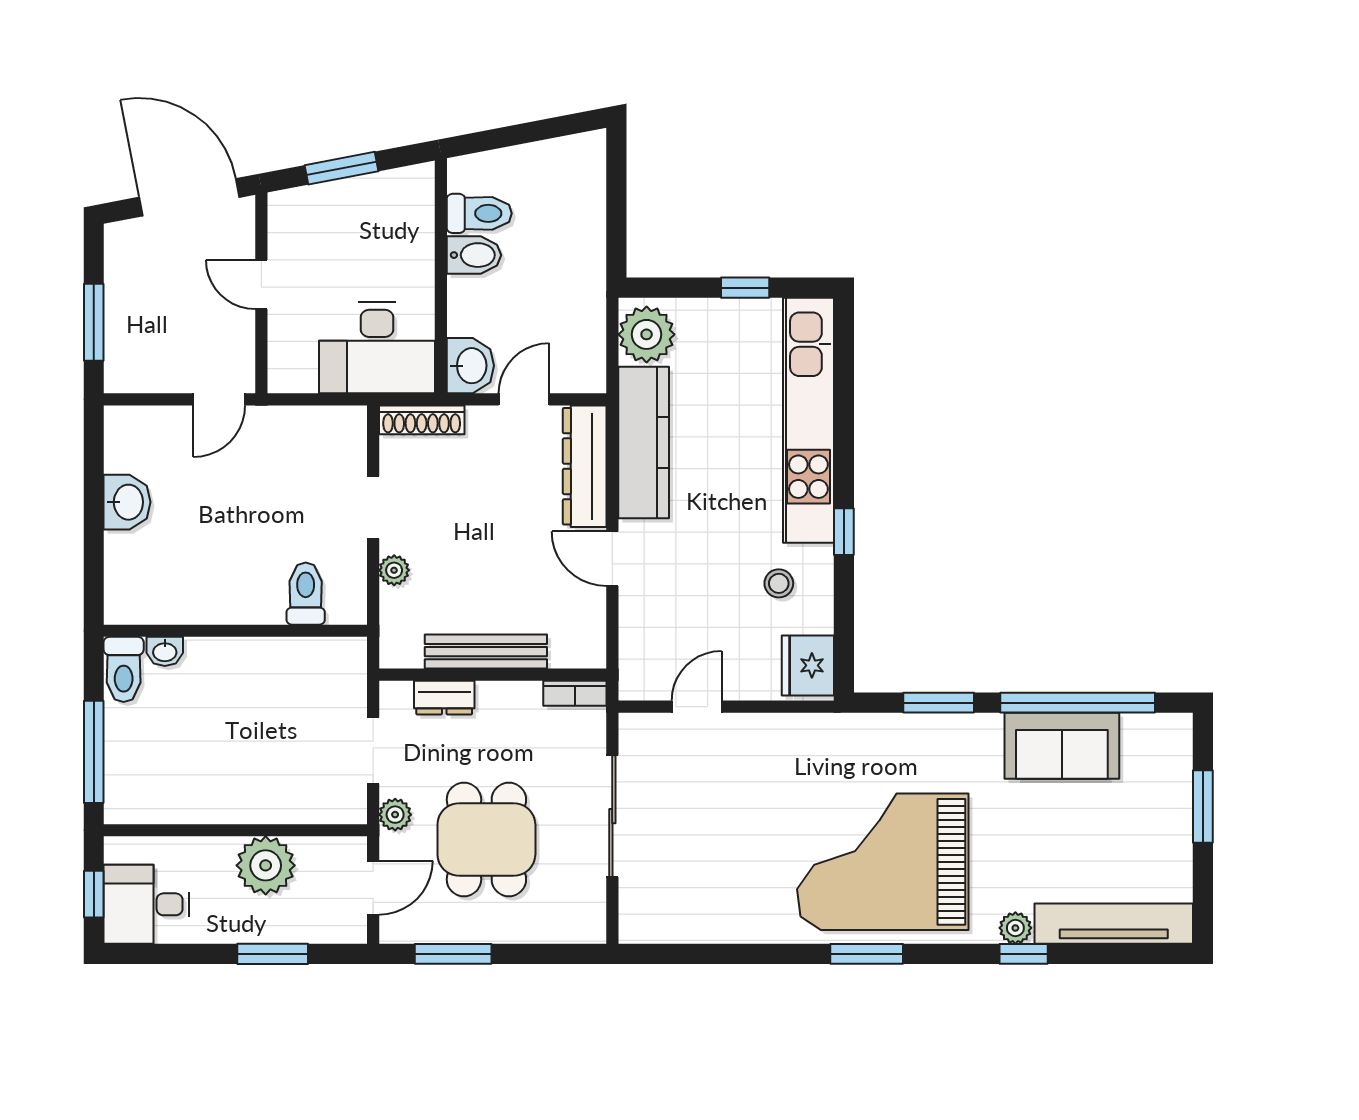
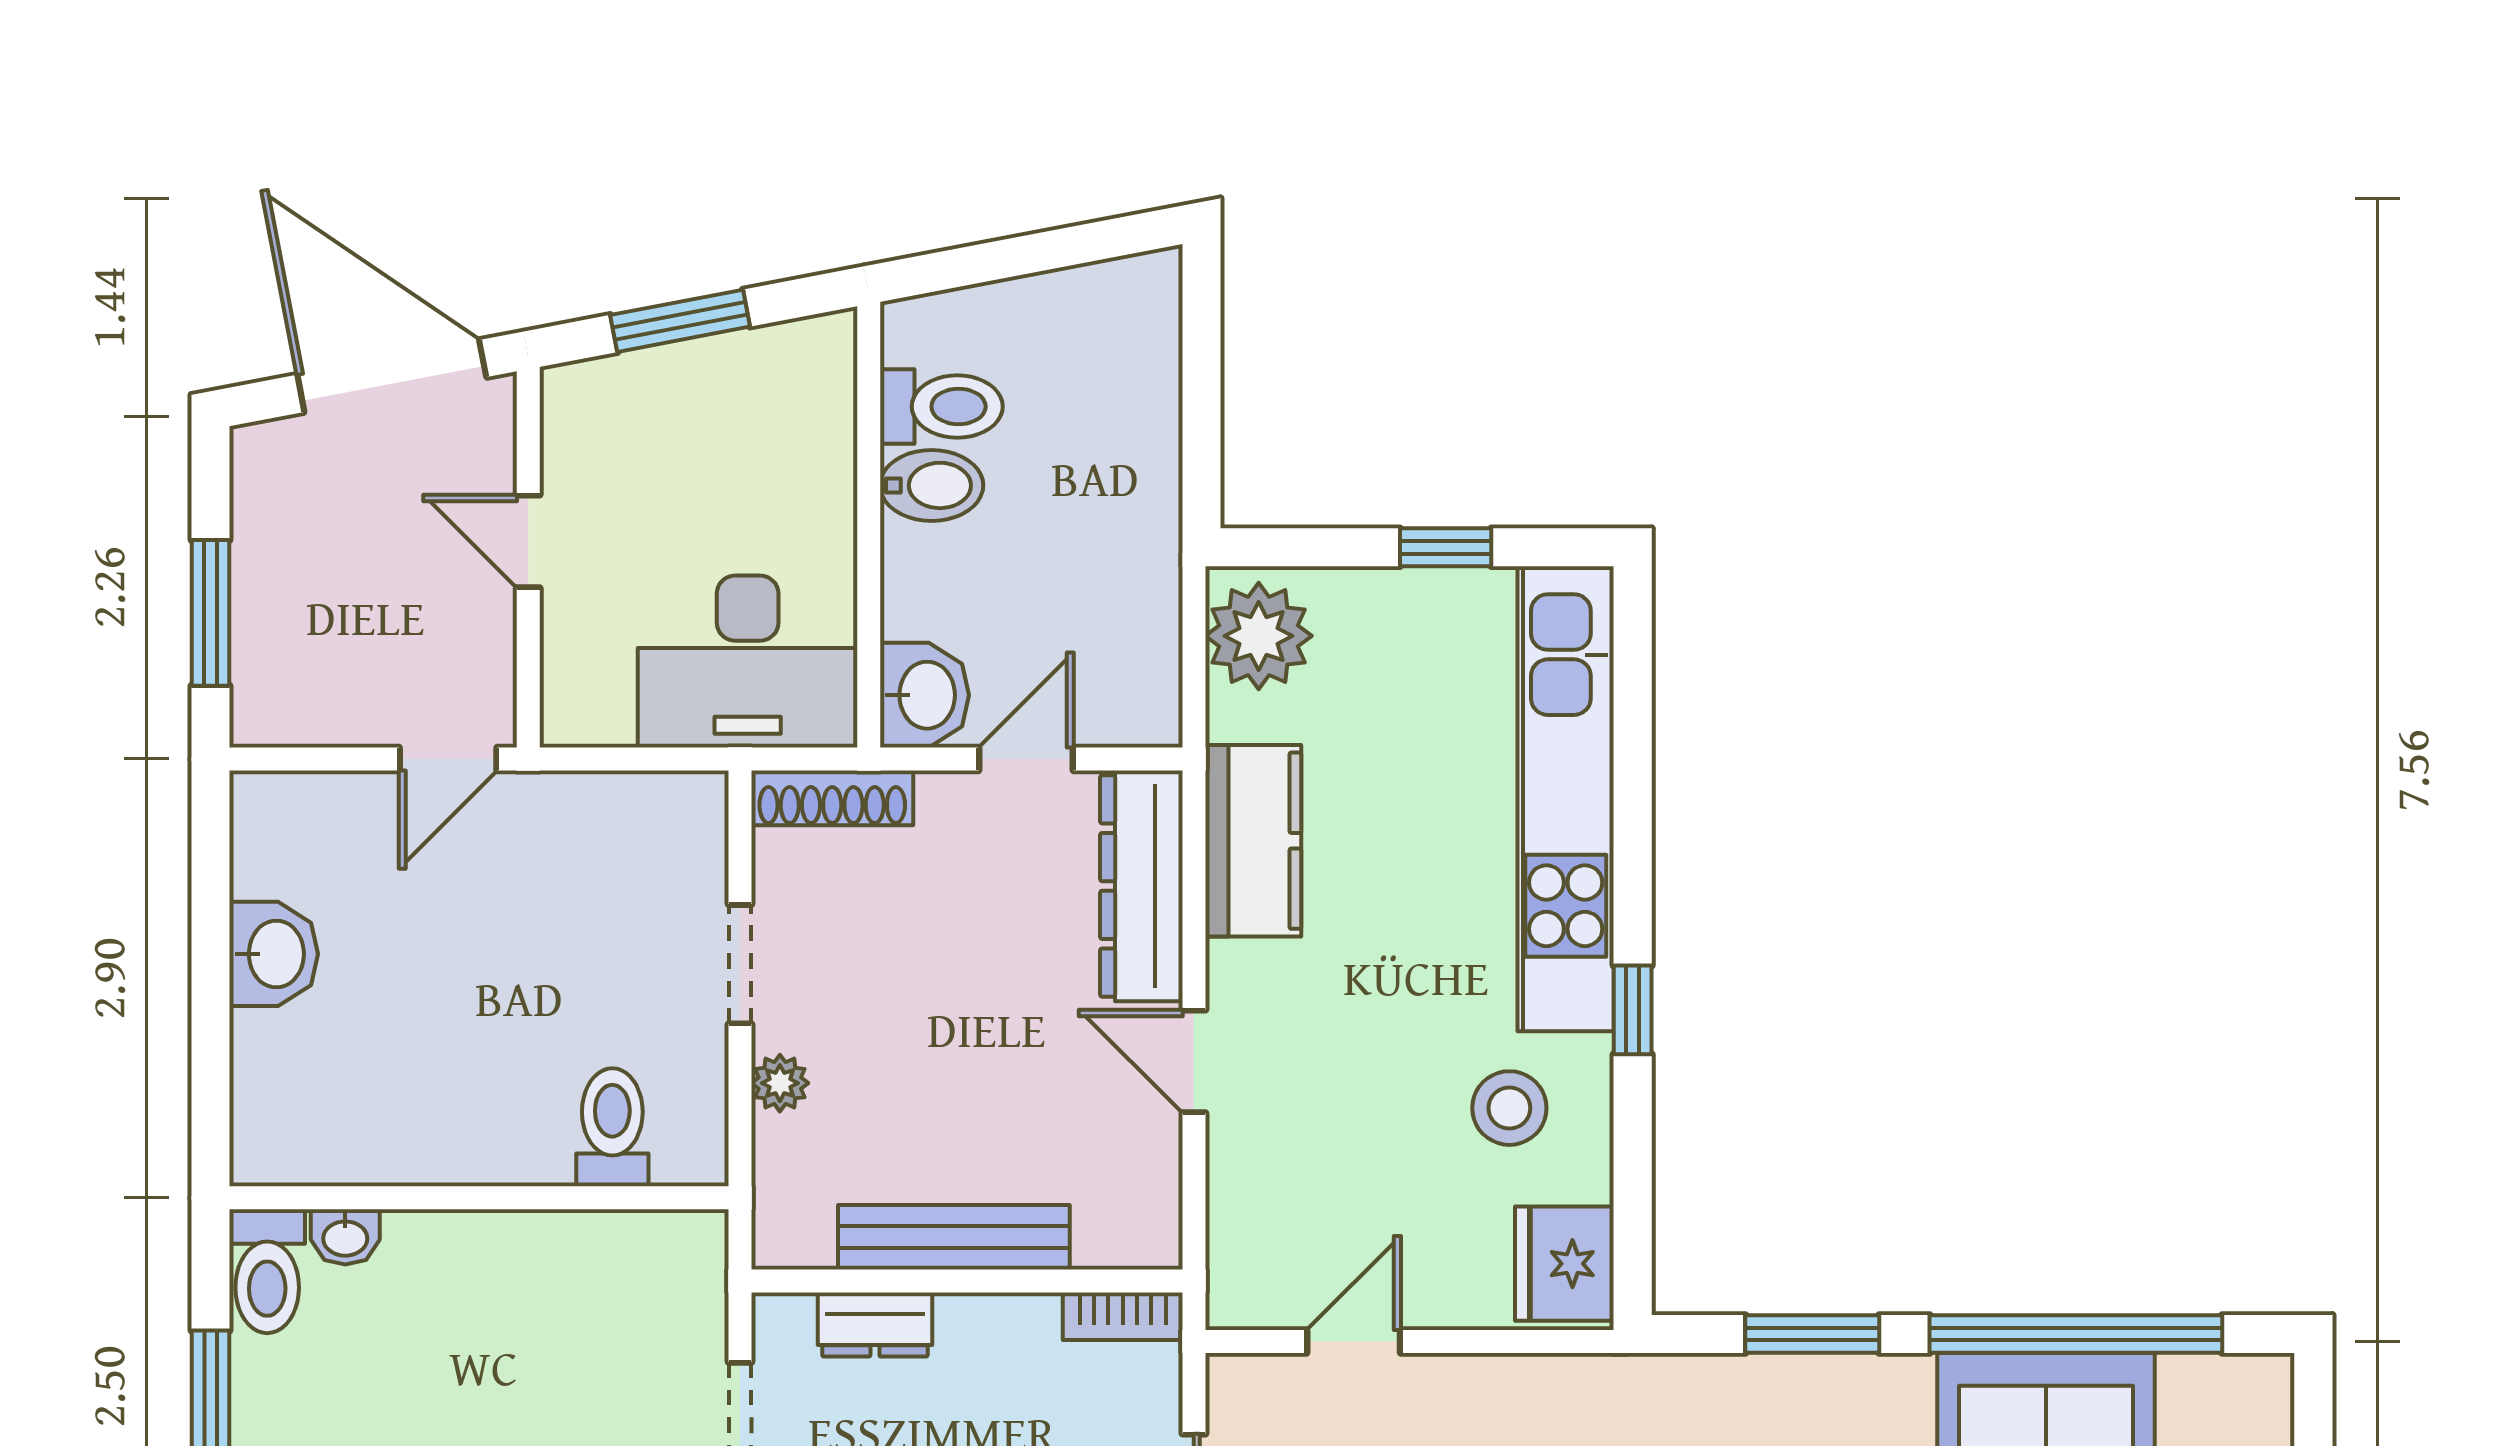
kitchen counter: (644, 442) -> (1253, 841), width x0.67
stool: (779, 583) -> (1509, 1108), width x1.37, depth x1.37

